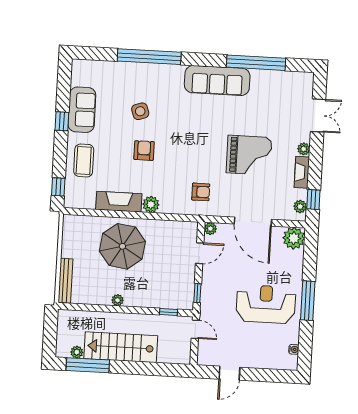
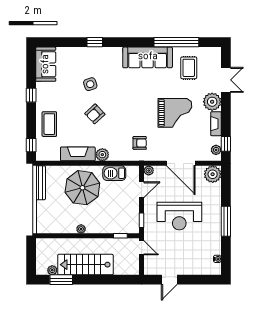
window: (149, 57) -> (95, 42), width x0.32
rug: (270, 97) -> (189, 68), added
sofa: (82, 110) -> (46, 64), moved
plant: (304, 149) -> (212, 102), width x1.87, depth x1.87
armchair: (144, 151) -> (95, 114), turned -133
barbecue: (165, 230) -> (114, 173), added
bench: (65, 281) -> (41, 183), moved
reception desk: (266, 304) -> (179, 216), moved, turned 180
window: (88, 365) -> (61, 280), width x0.69

